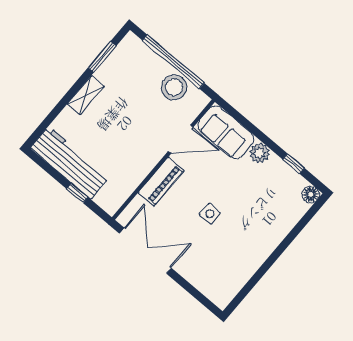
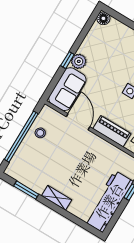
stool: (174, 87) -> (40, 133), width x0.53, depth x0.53
window: (293, 164) -> (67, 60), moved

